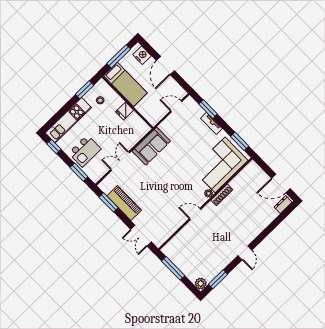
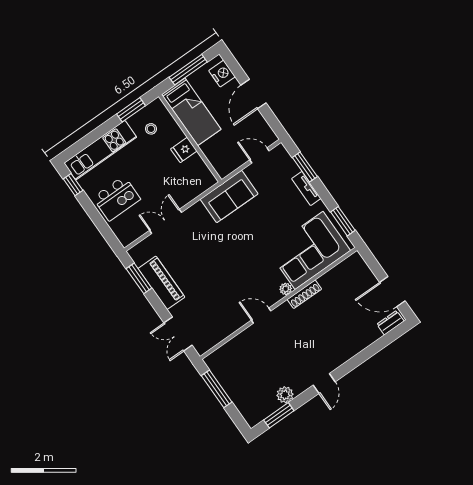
sofa: (151, 146) -> (229, 196), moved
window: (79, 172) -> (103, 228), removed
plant: (201, 284) -> (285, 395), moved

